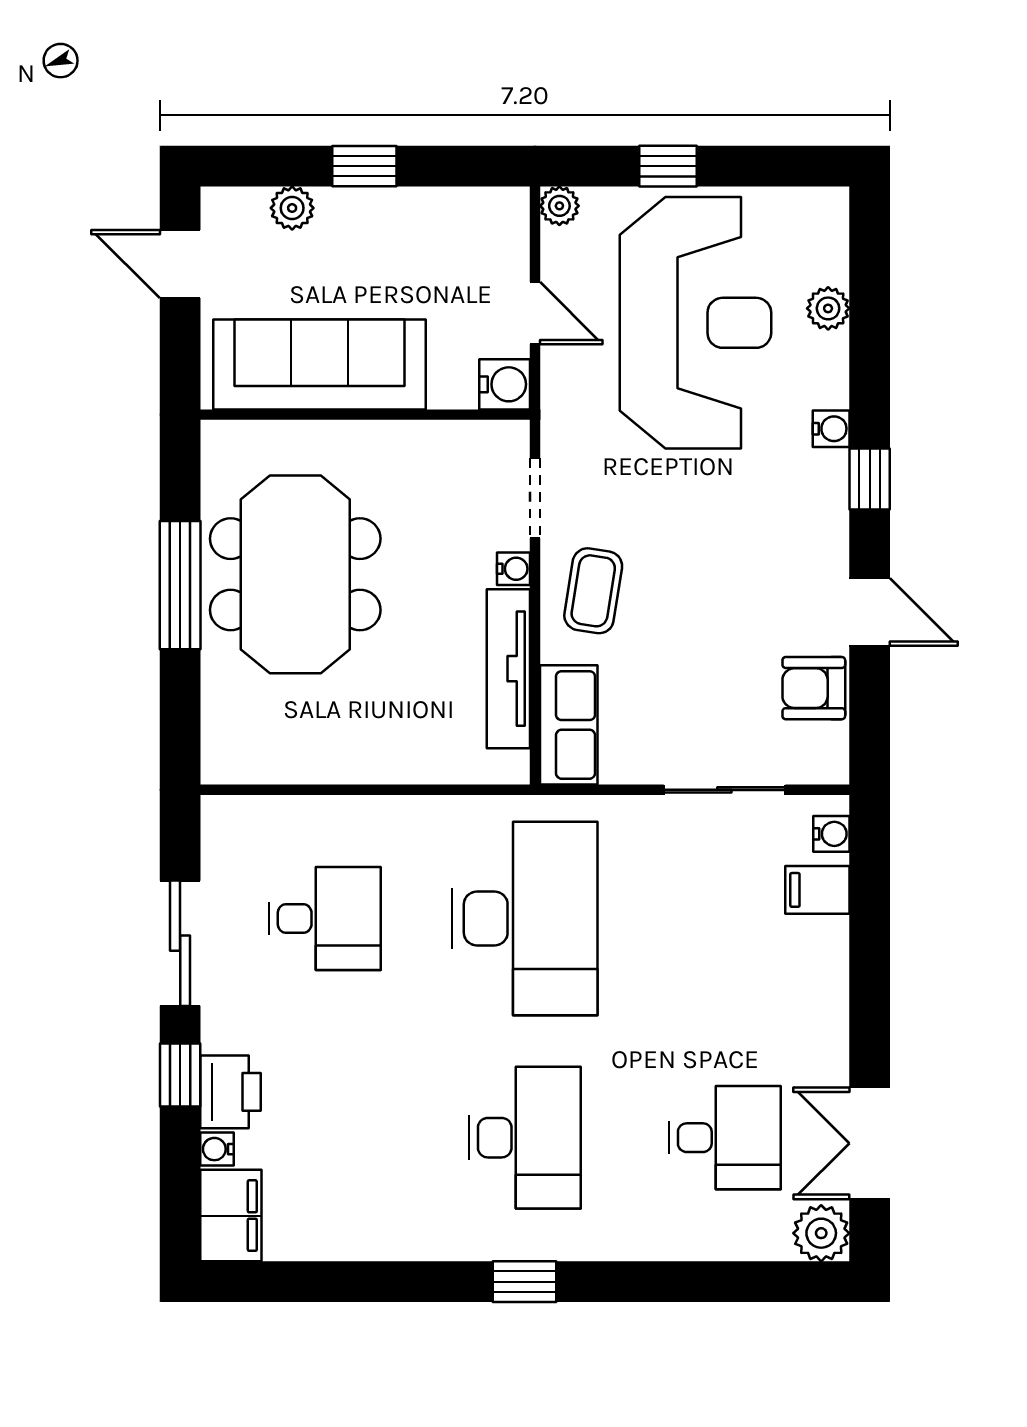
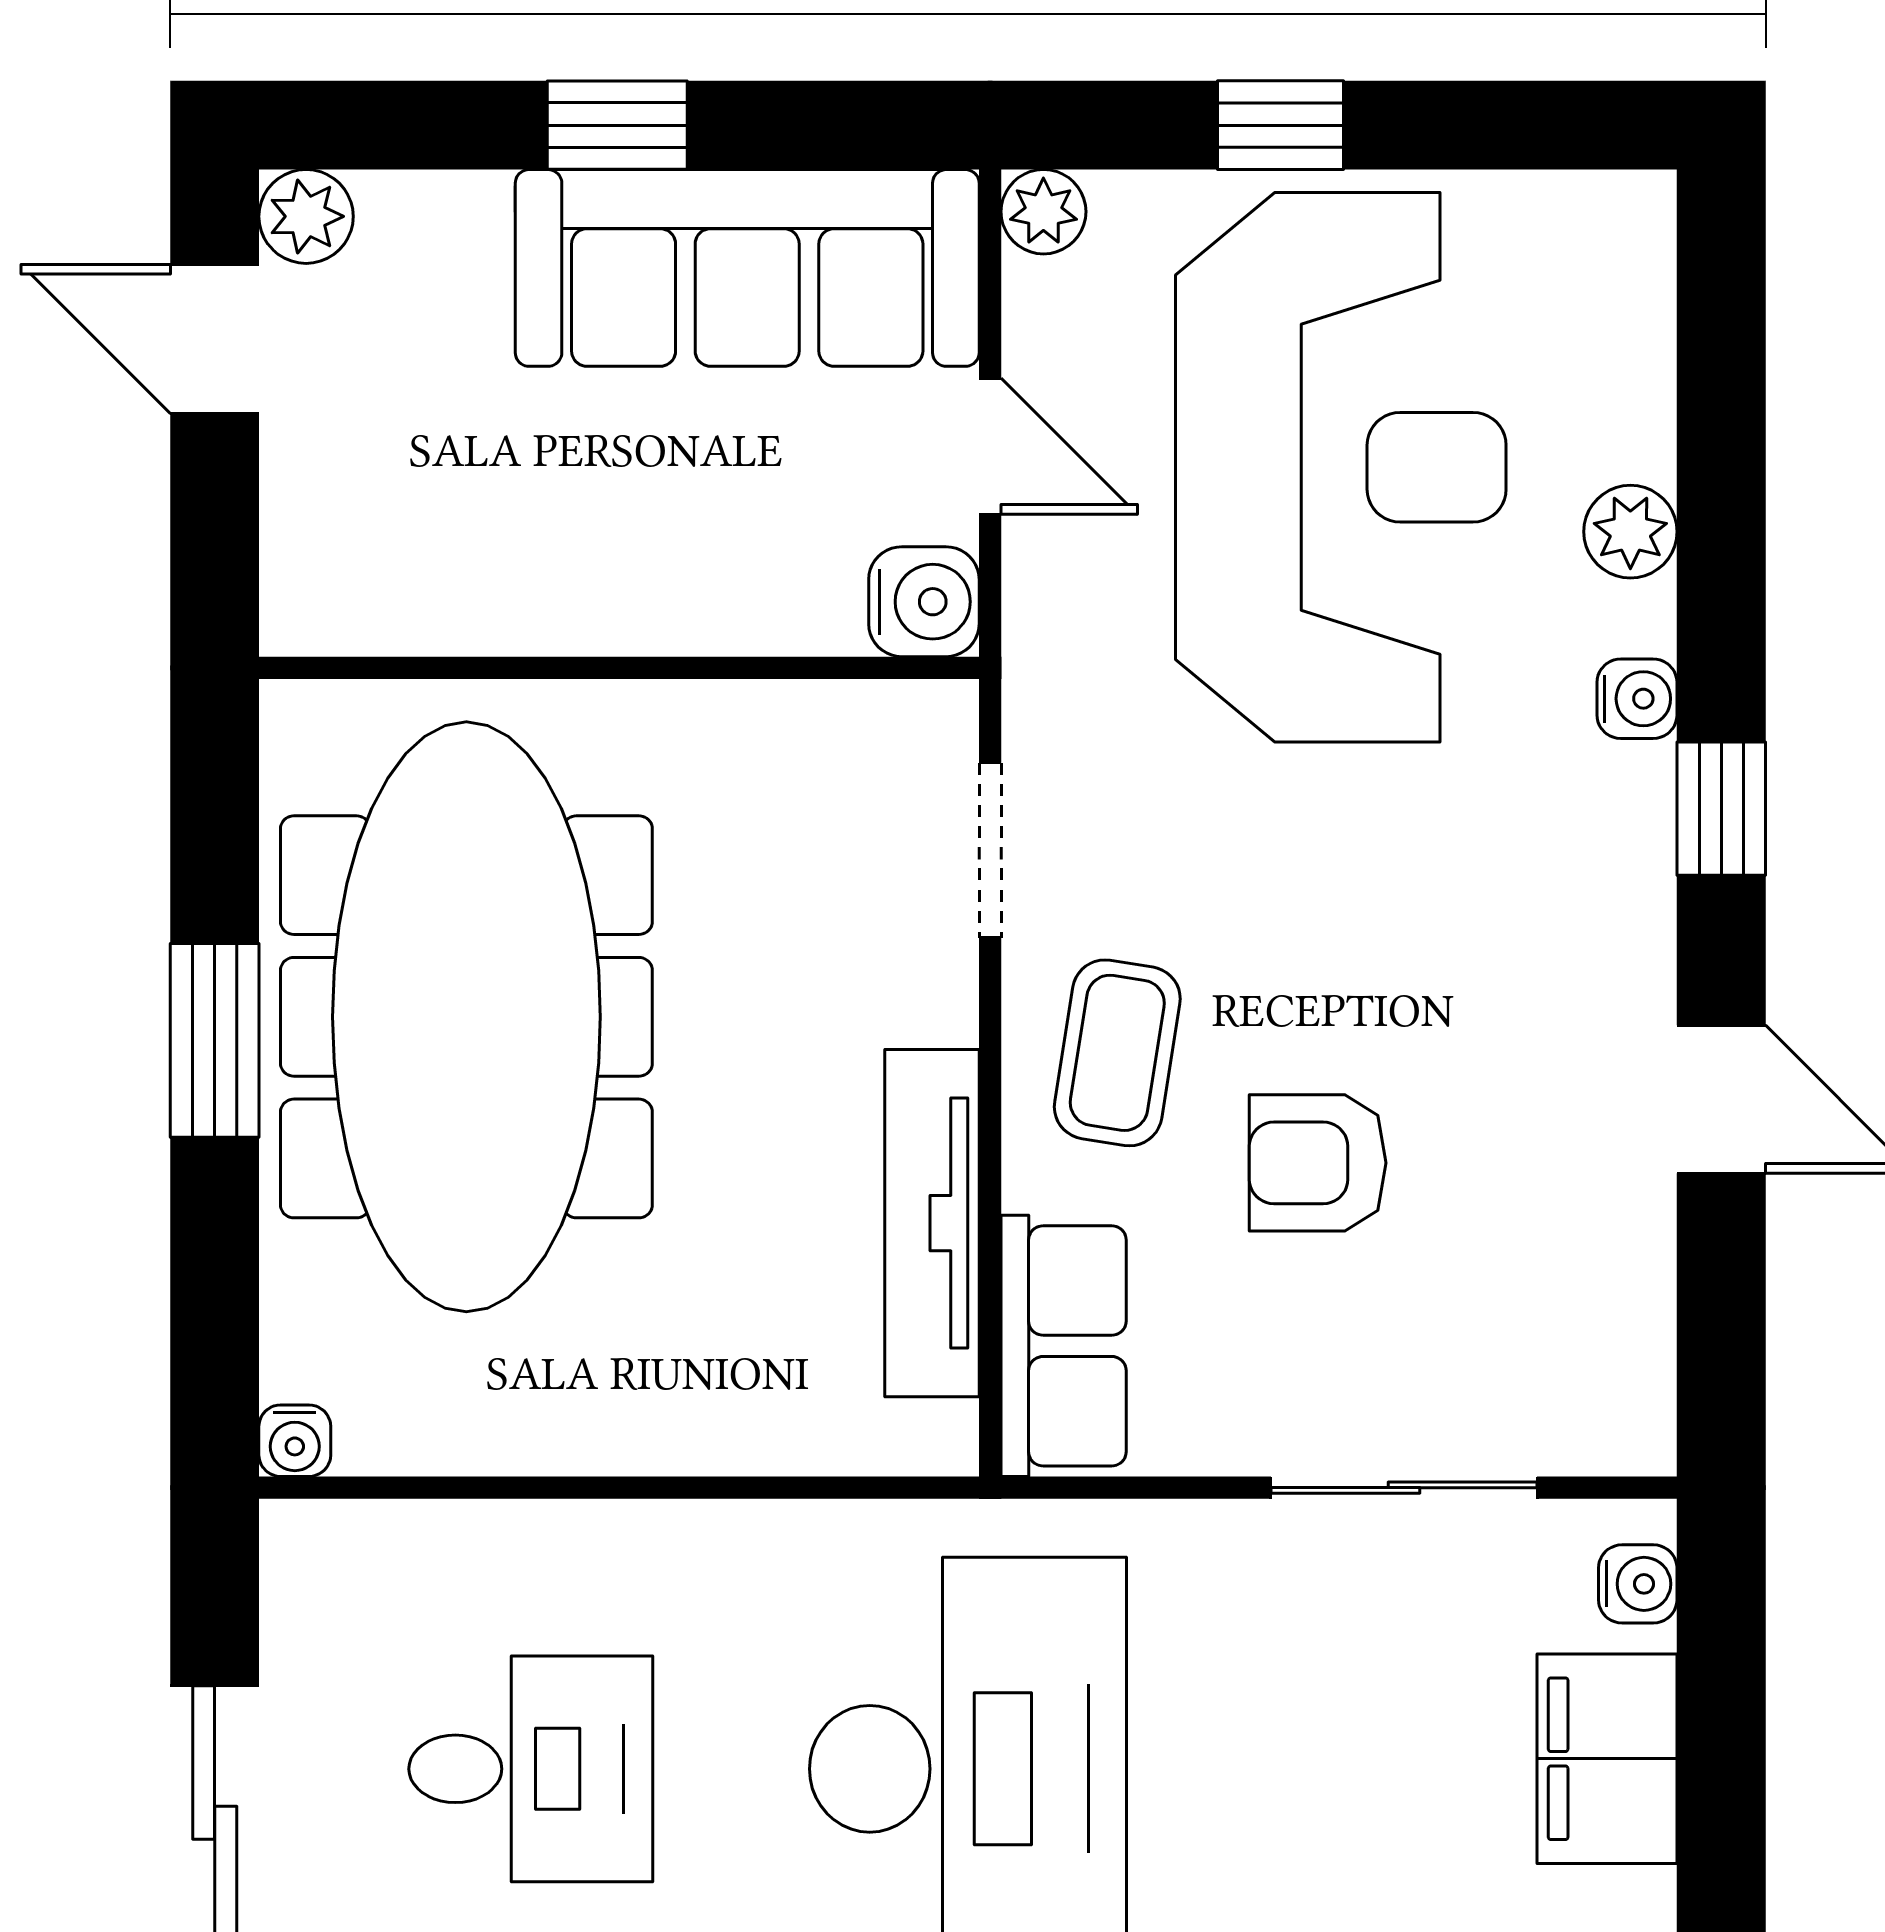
plant: (292, 208) -> (306, 216), moved
plant: (828, 308) -> (1630, 532), moved
sofa: (320, 364) -> (747, 268), moved, turned 180
water cooler: (514, 569) -> (295, 1441), moved, turned 90
meeting table: (295, 574) -> (466, 1017), width x1.36
window: (180, 585) -> (215, 1040), width x0.69
armchair: (814, 688) -> (1318, 1163), moved
filing cabinet: (817, 890) -> (1607, 1759), width x2.00

